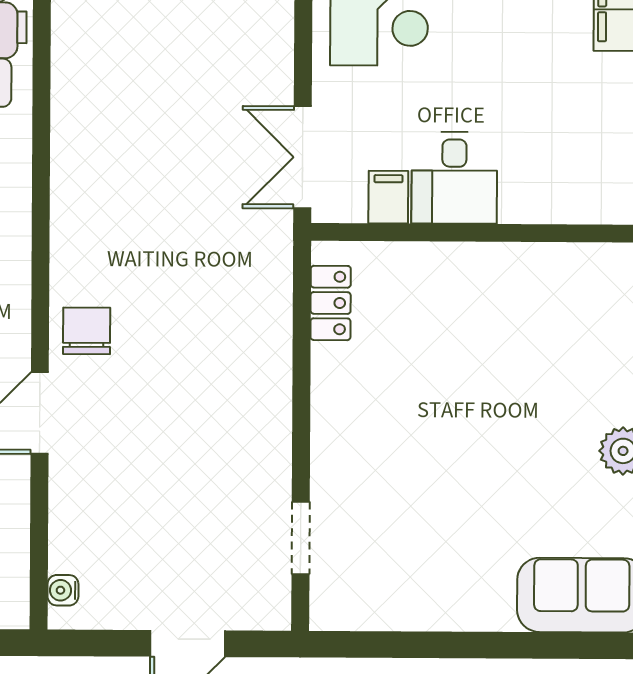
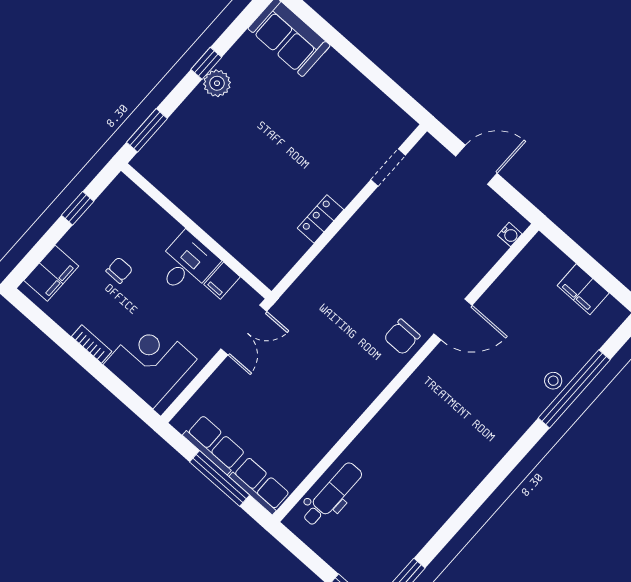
chair: (535, 92) -> (119, 270), added
locker: (331, 303) -> (320, 219), moved

